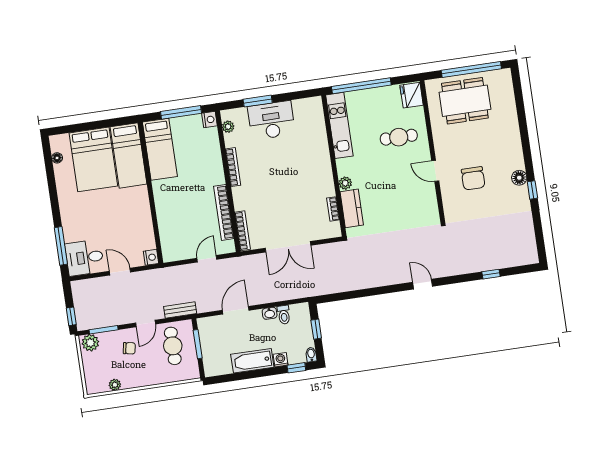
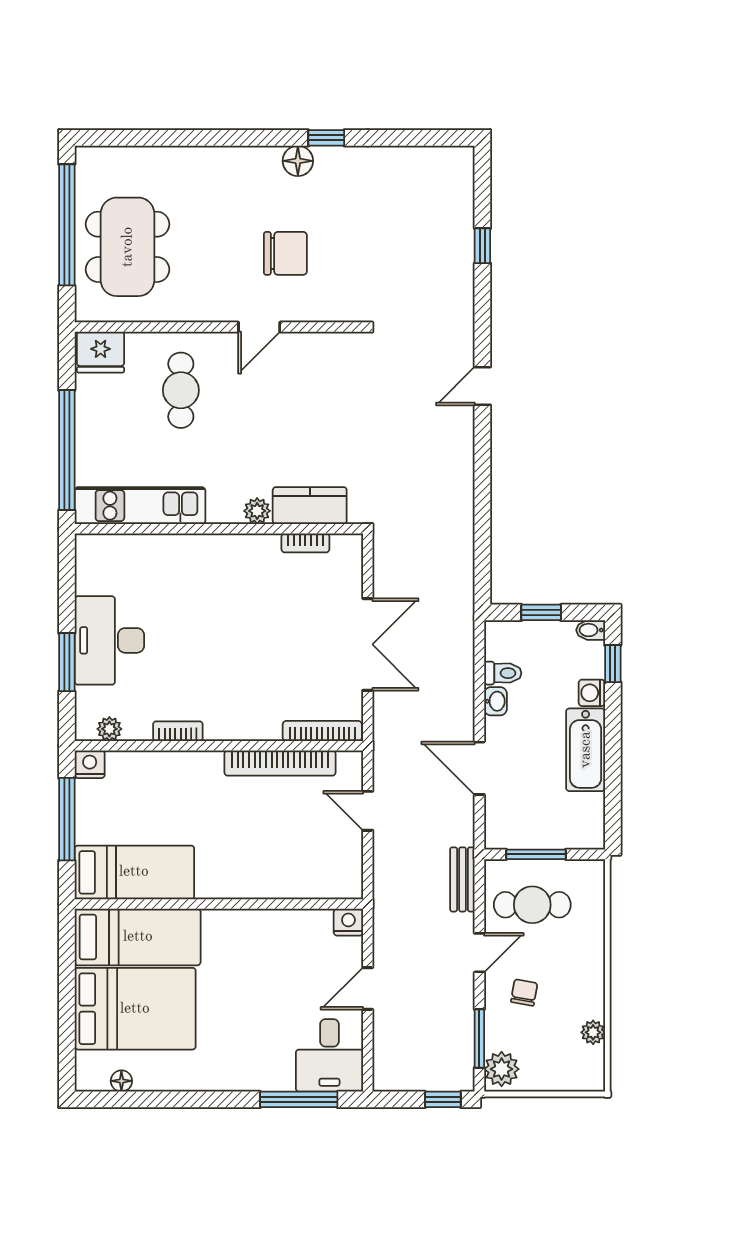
bookcase: (233, 167) -> (178, 731), width x0.64
door: (146, 324) -> (479, 953), hinge flipped

